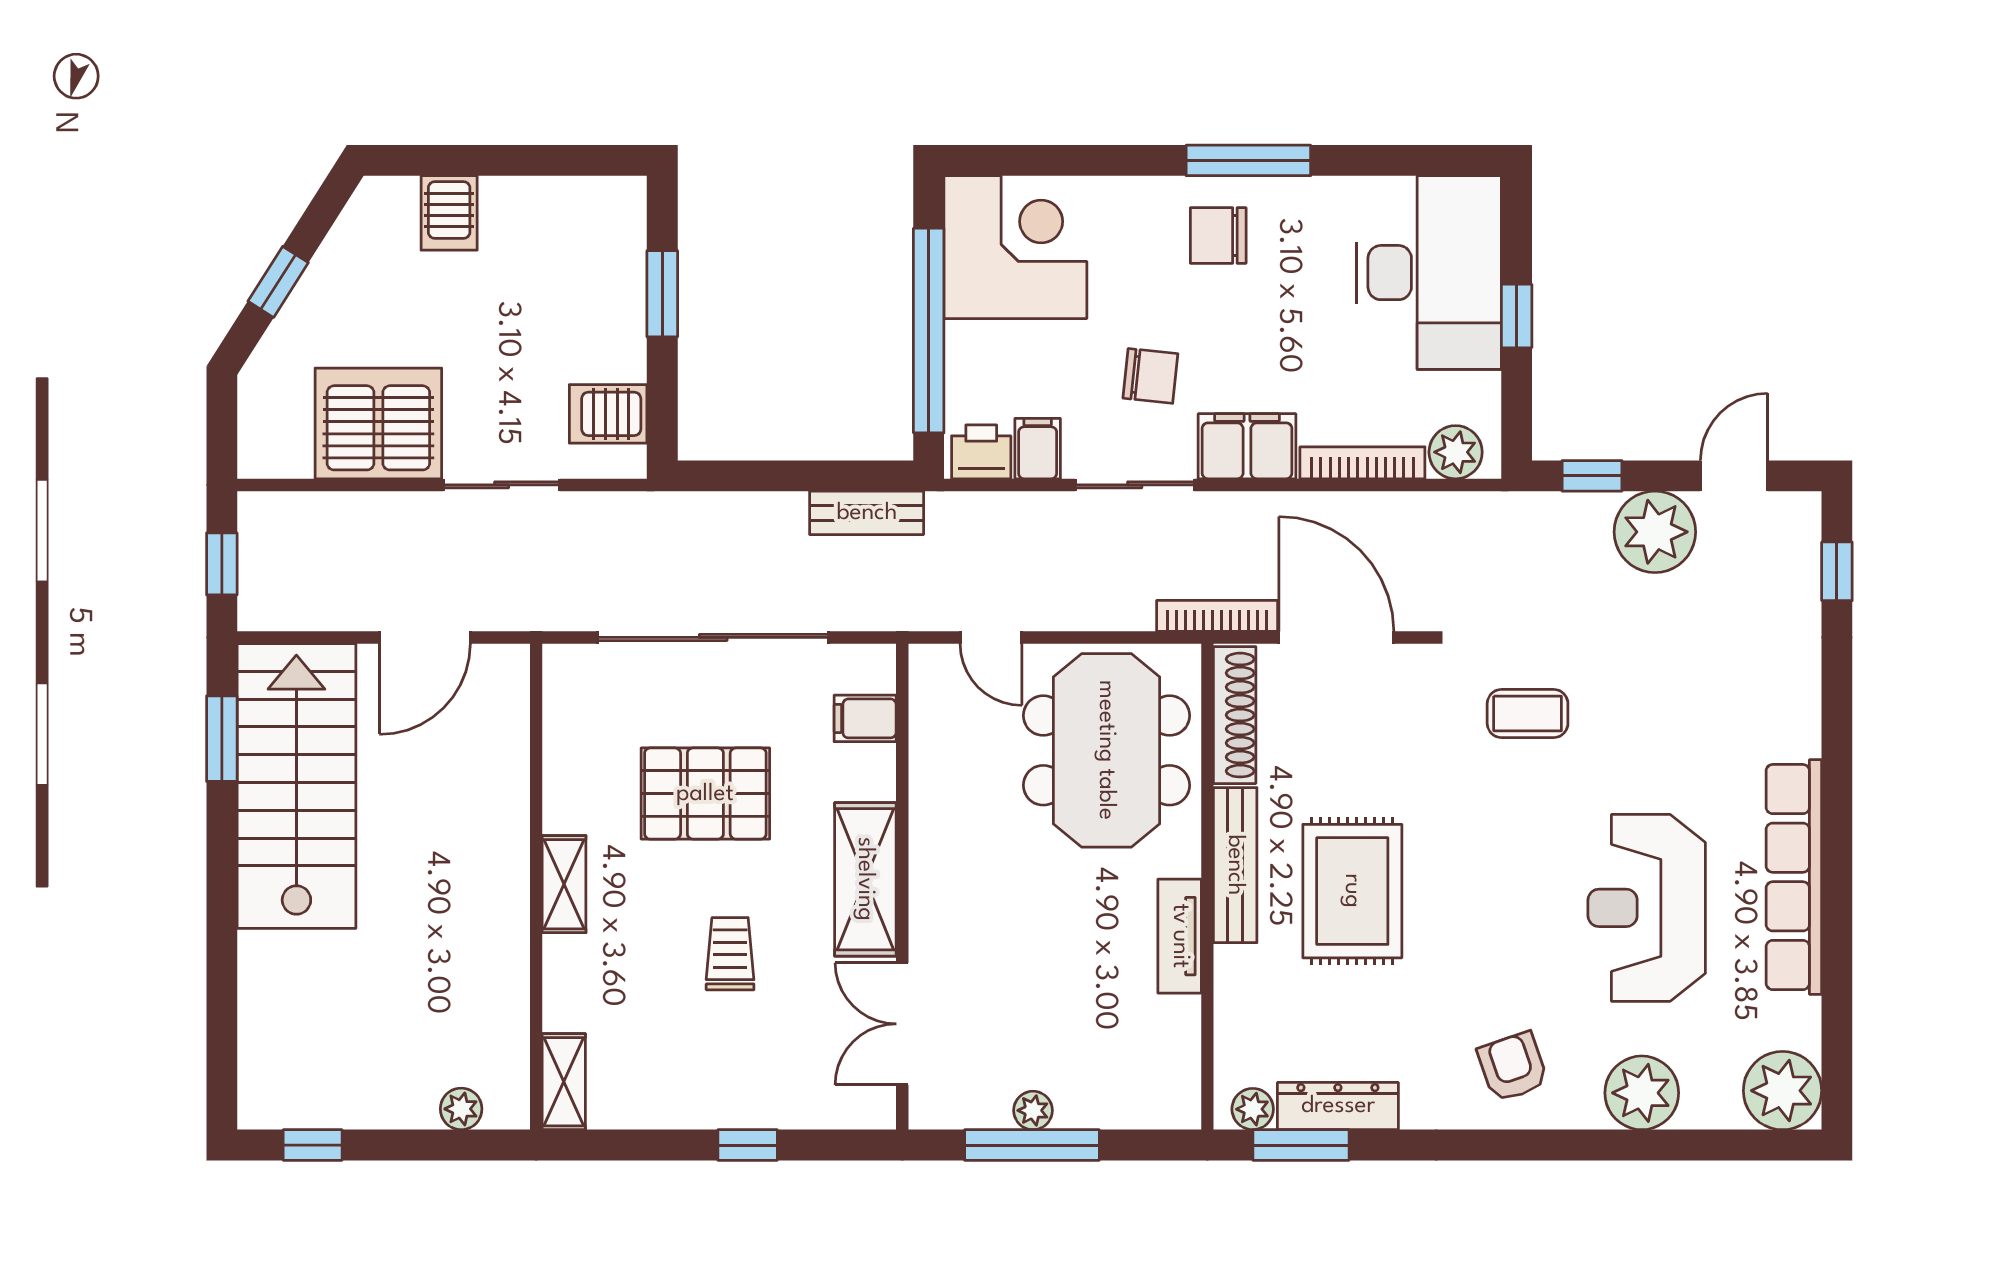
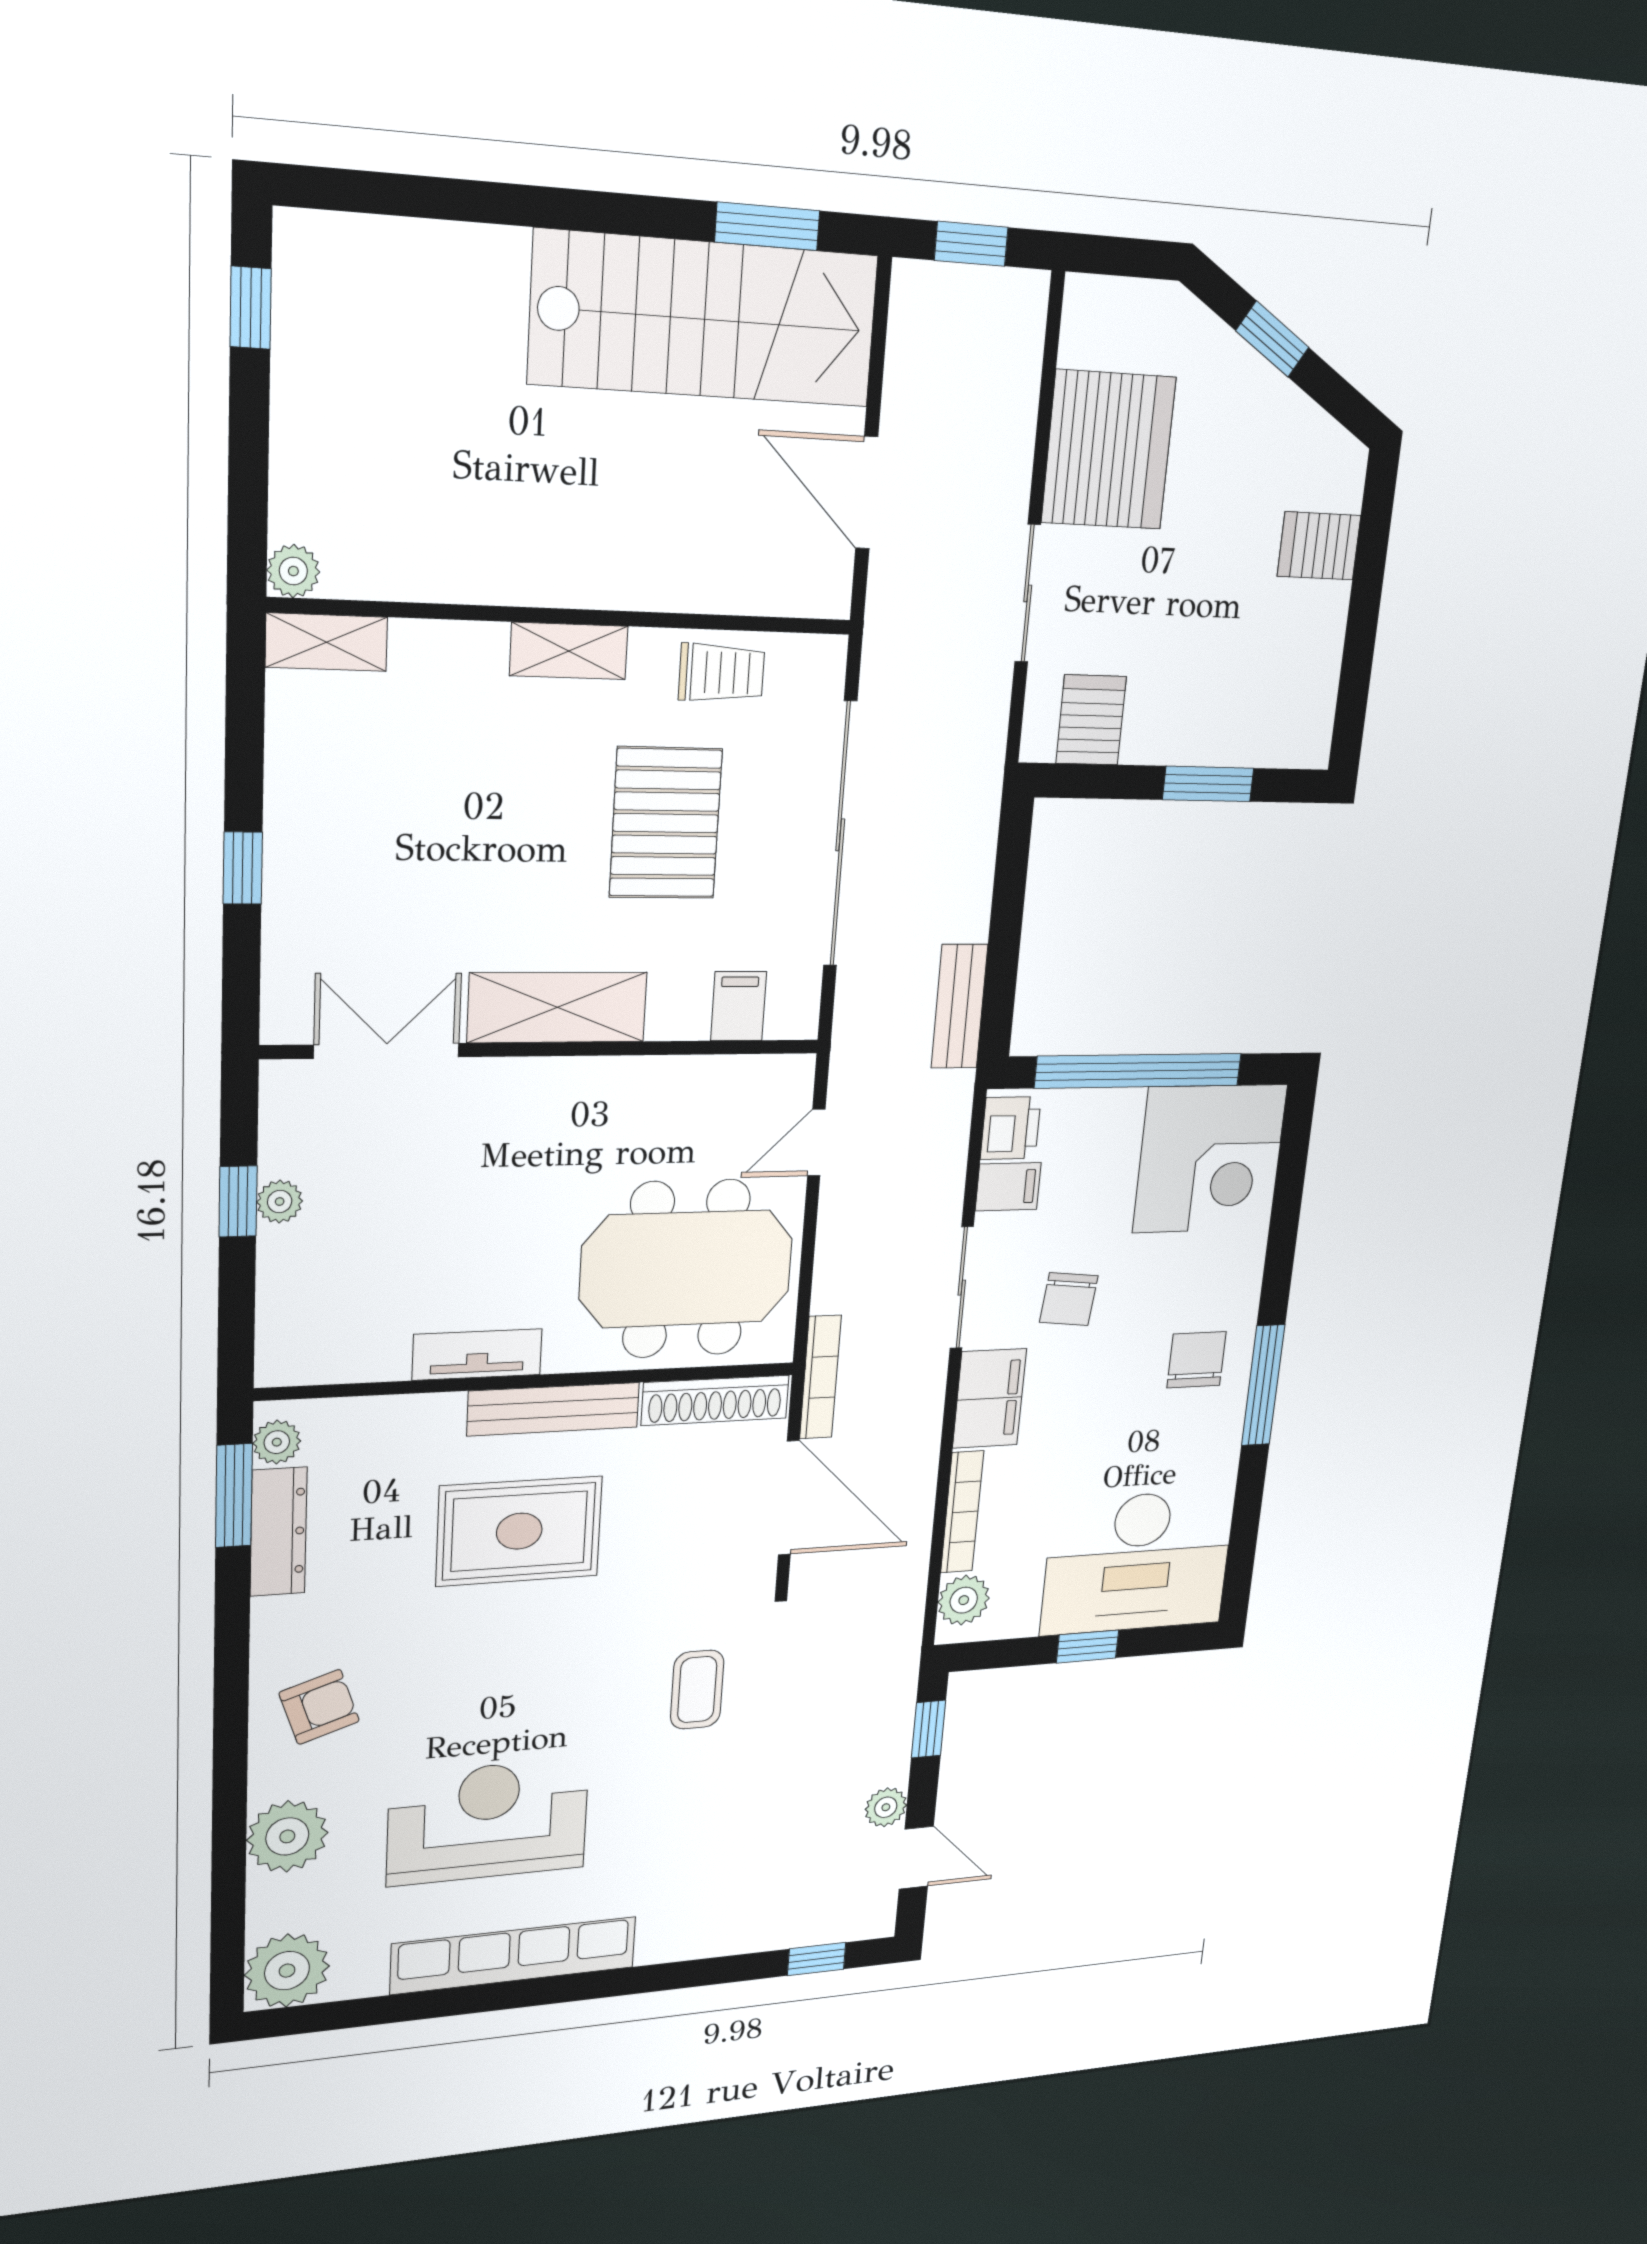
plant: (1655, 532) -> (886, 1807), width x0.53, depth x0.53
door: (1336, 637) -> (789, 1498), hinge flipped
trolley: (730, 954) -> (722, 673), moved
plant: (461, 1109) -> (293, 571), moved
window: (1032, 1145) -> (238, 1201), width x0.46

